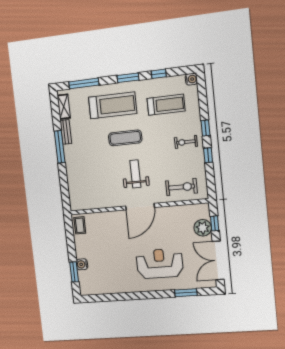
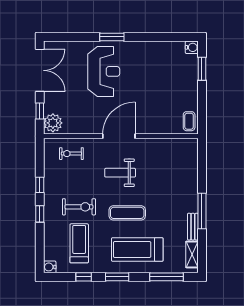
treadmill: (166, 105) -> (79, 243), turned 90
exercise bike: (186, 142) -> (79, 207), moved, width x1.38, depth x1.39
weight bench: (135, 174) -> (120, 173), turned 90
exercise bike: (181, 187) -> (71, 154), width x0.73, depth x0.72
plant: (203, 228) -> (53, 123), moved
water cooler: (82, 264) -> (192, 47), moved
reception desk: (160, 264) -> (104, 71), turned -90
window: (186, 293) -> (112, 37), moved

